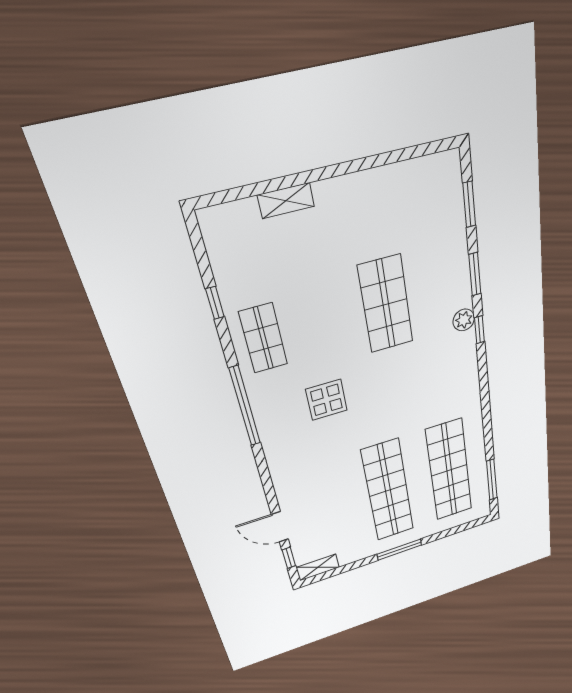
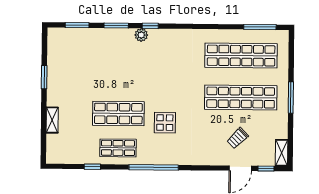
window: (366, 163) -> (44, 77), added
shop shelf: (386, 304) -> (118, 113), moved
trolley: (326, 508) -> (238, 138), added

